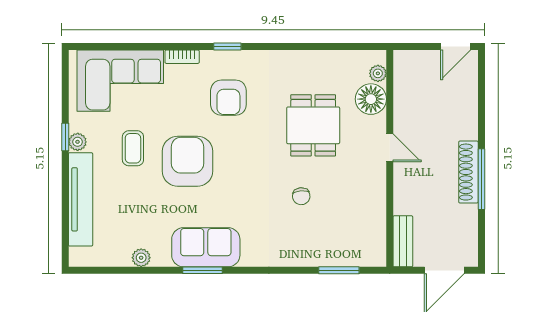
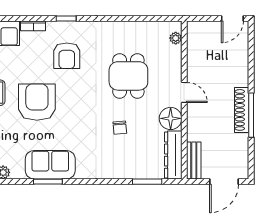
floor lamp: (371, 99) -> (171, 118), moved
dresser: (375, 234) -> (173, 155), added

